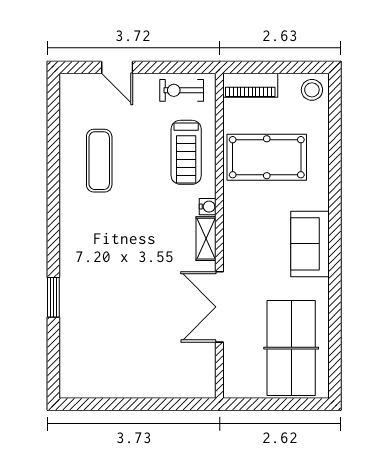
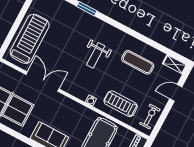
weight bench: (126, 239) -> (96, 55), added
shelving: (206, 239) -> (175, 64), moved
treadmill: (157, 368) -> (30, 39), added

